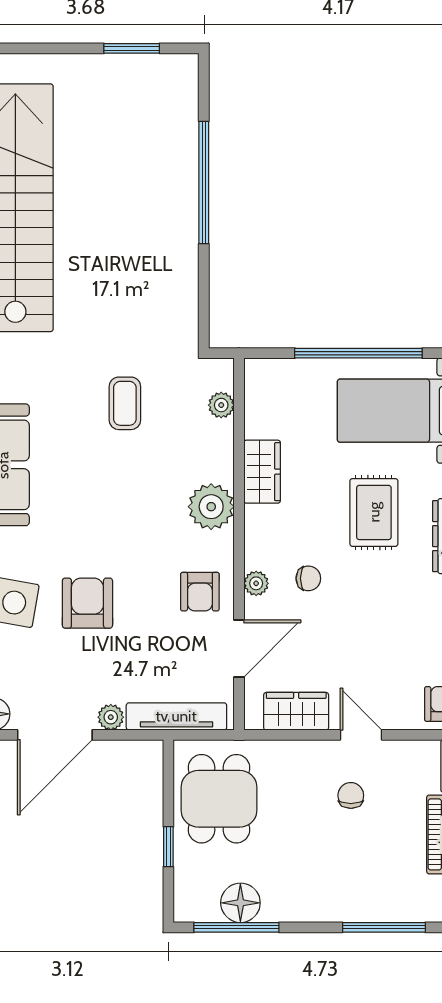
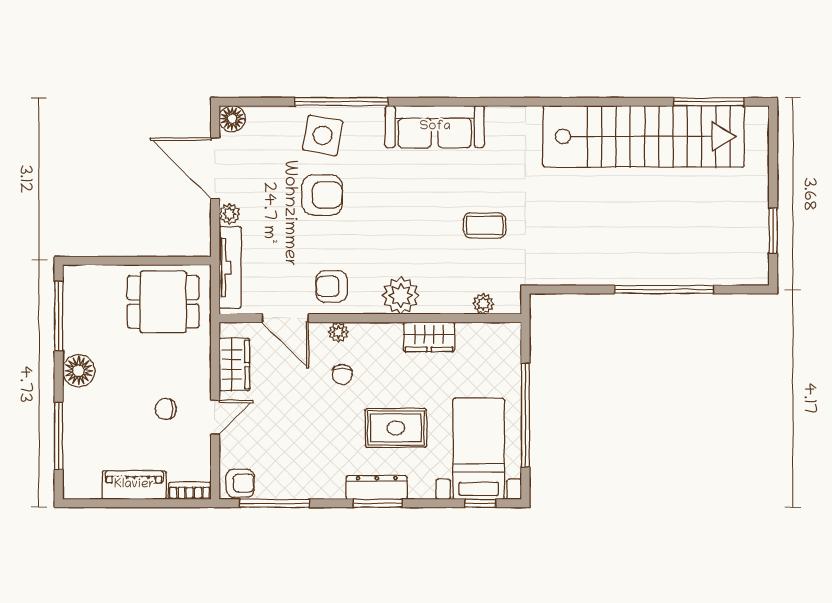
chair: (351, 795) -> (166, 409), turned 180
window: (168, 847) -> (124, 261), removed
floor lamp: (240, 903) -> (79, 371), moved

